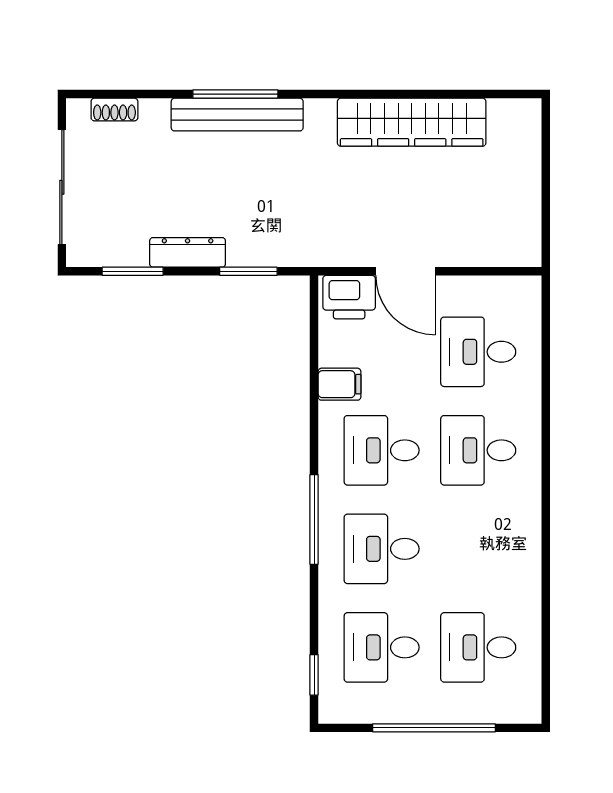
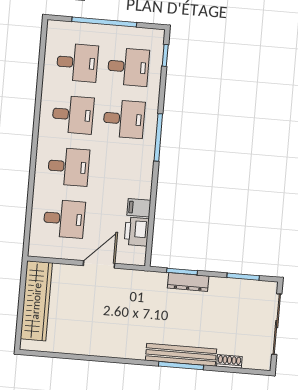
shoe rack: (114, 110) -> (229, 361), moved
wardrobe: (412, 122) -> (36, 301), moved, turned 90
dresser: (188, 252) -> (188, 282), moved
door: (406, 271) -> (99, 264), hinge flipped
printer: (349, 297) -> (137, 232), moved, turned -90
desk: (382, 450) -> (73, 115), moved

